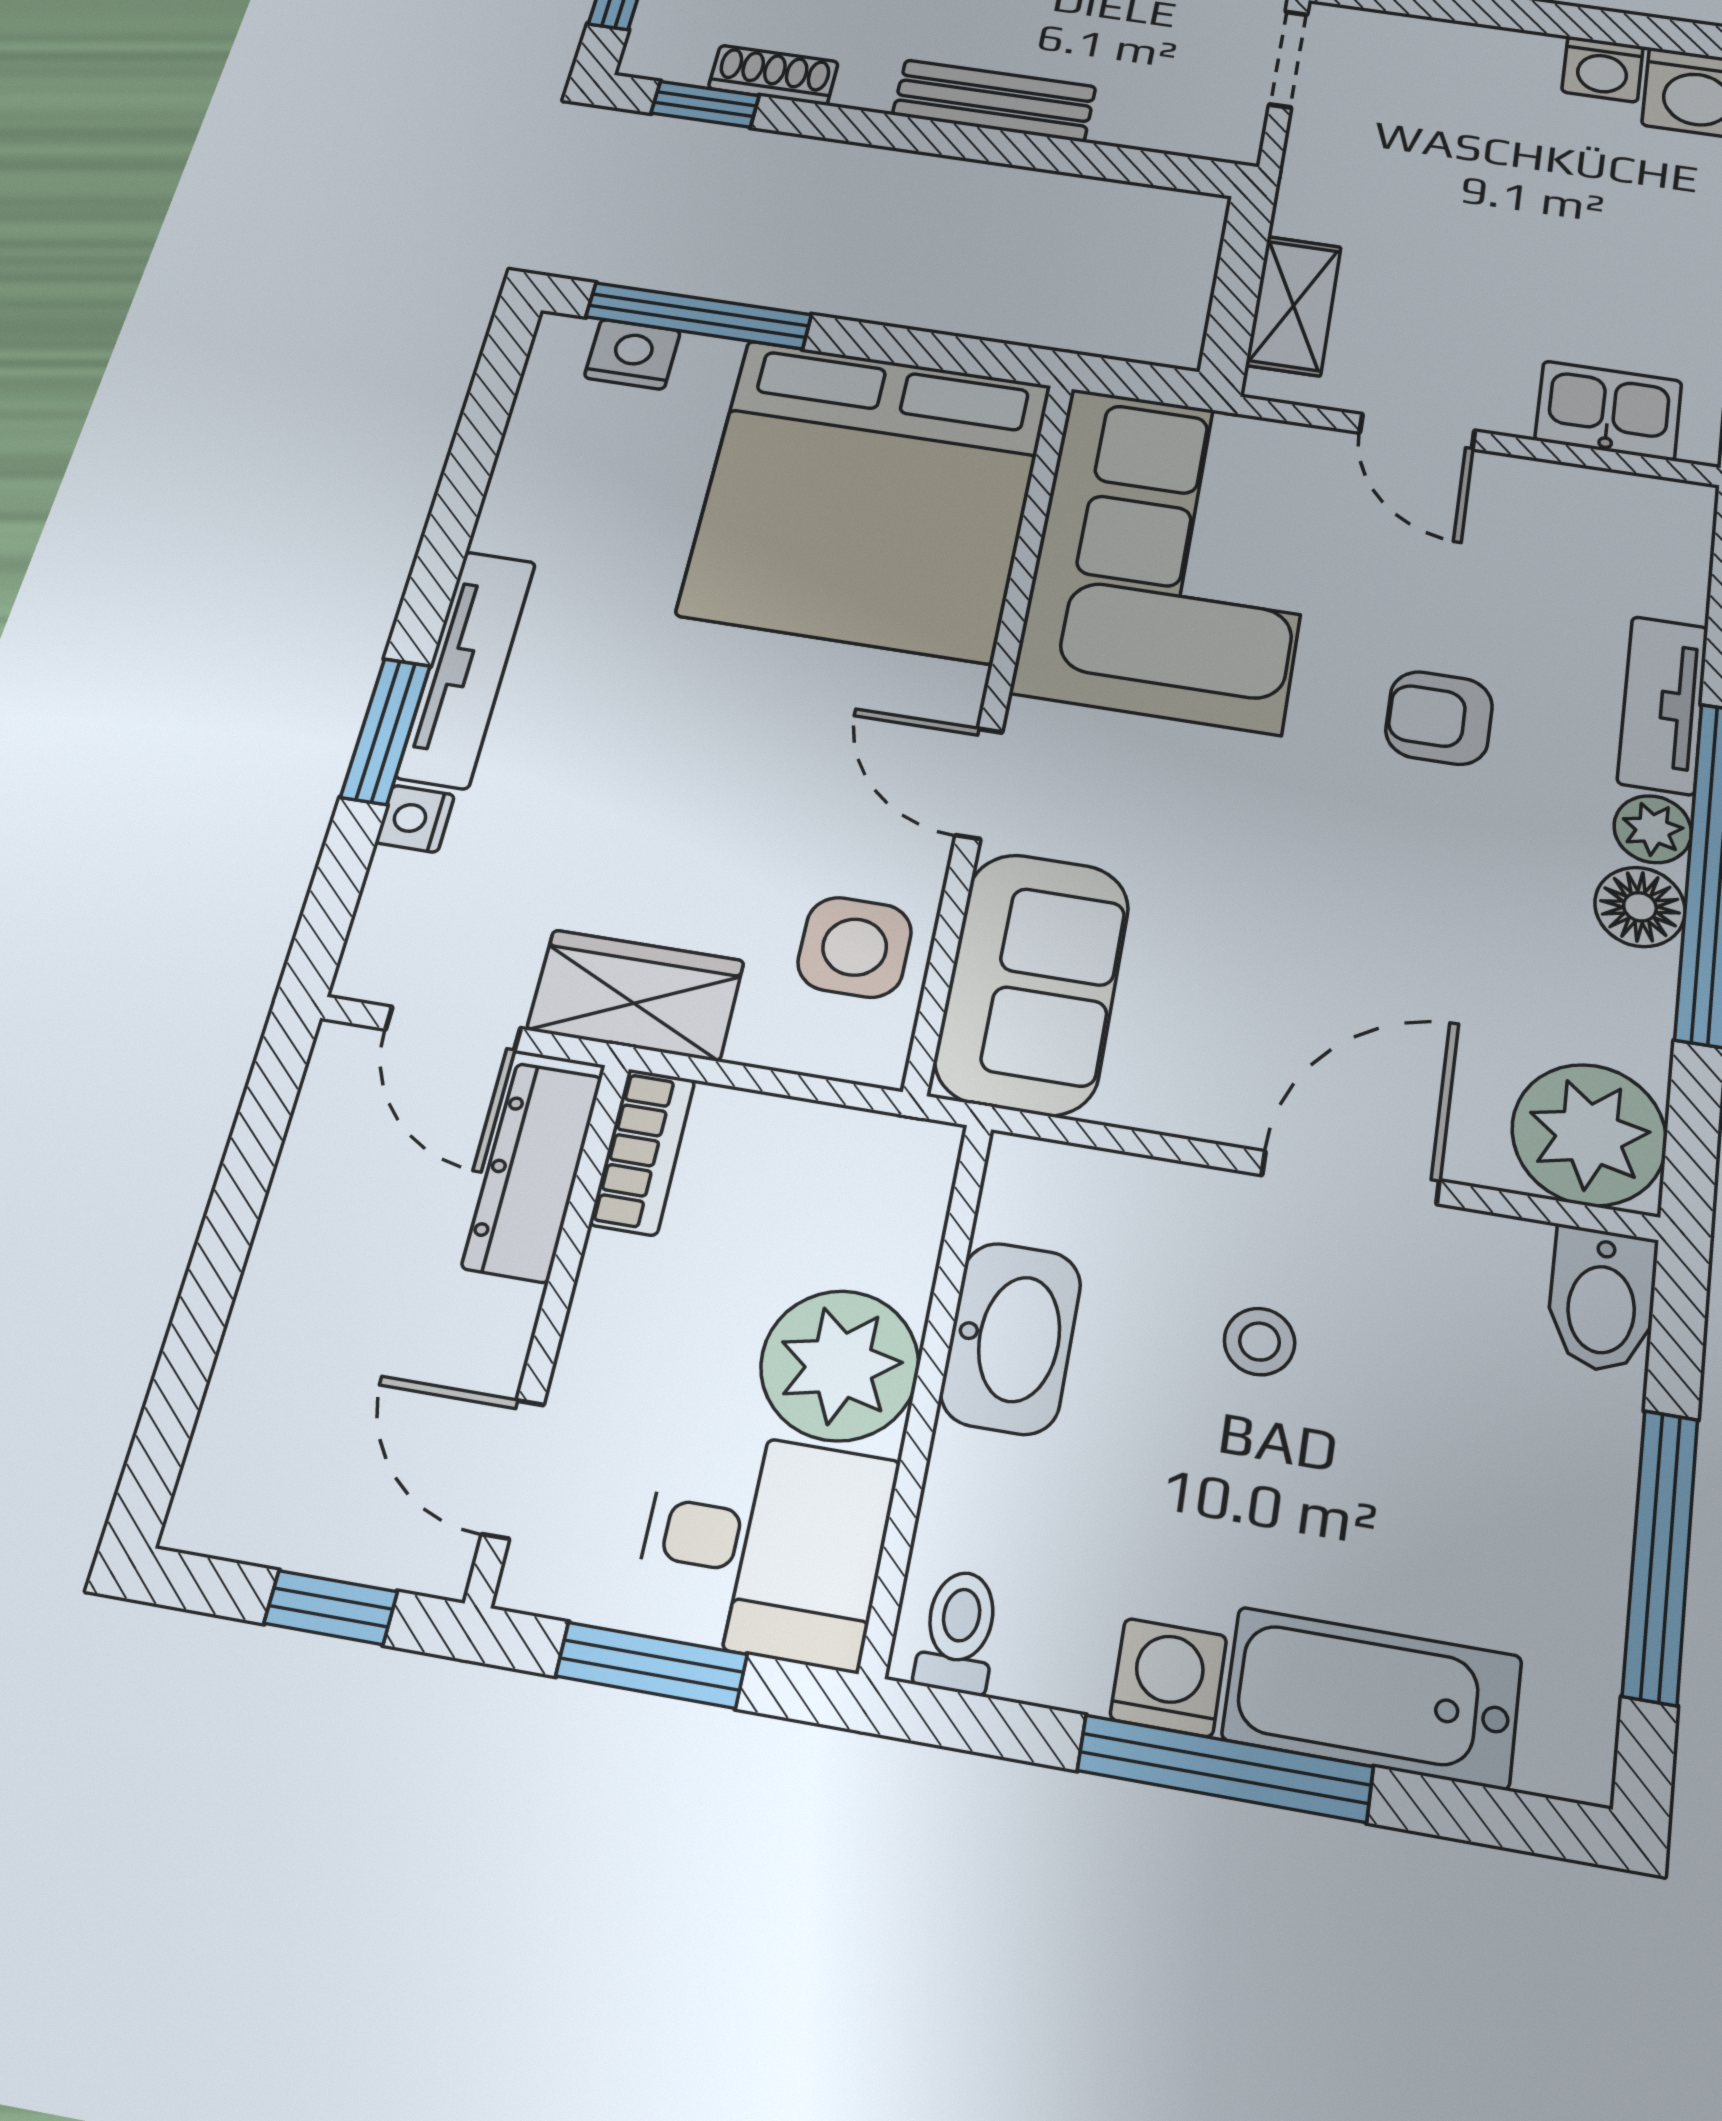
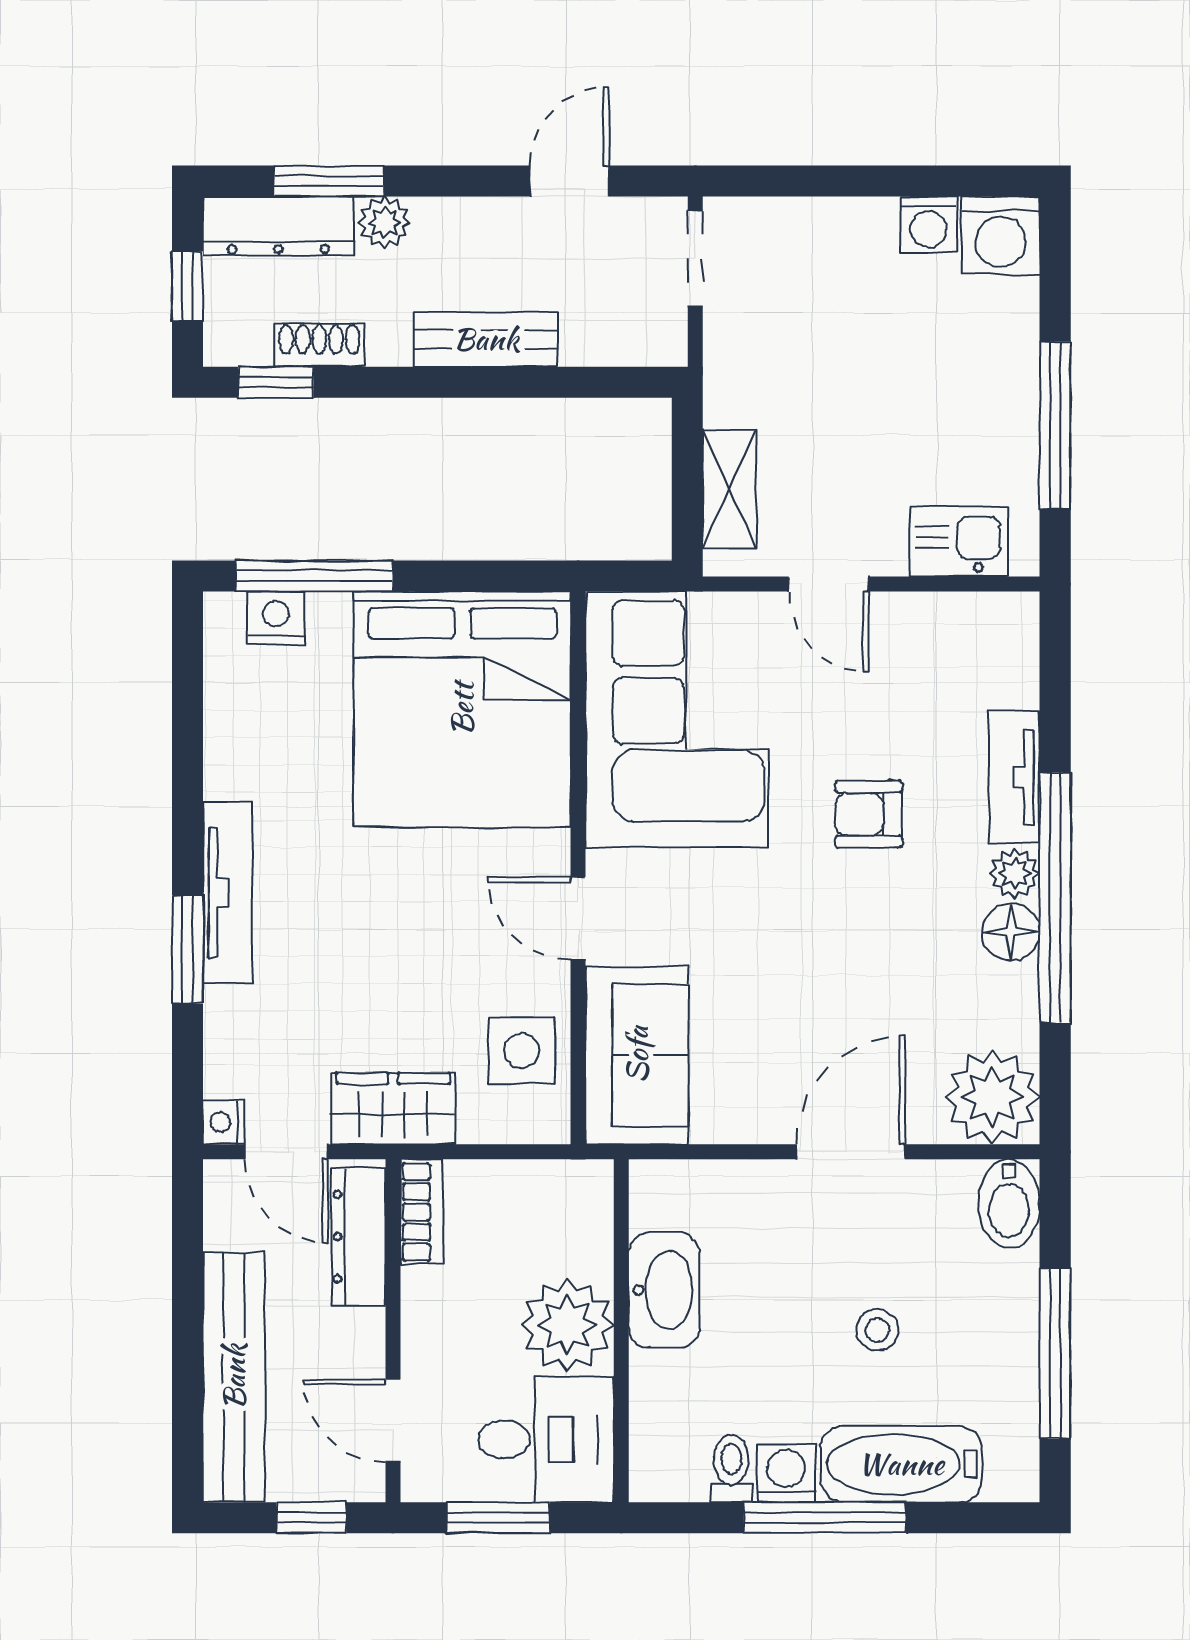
nightstand: (415, 819) -> (224, 1122), moved
stool: (1260, 1342) -> (877, 1330), moved
bench: (269, 1353) -> (234, 1377), added
toilet: (959, 1631) -> (731, 1468), moved

